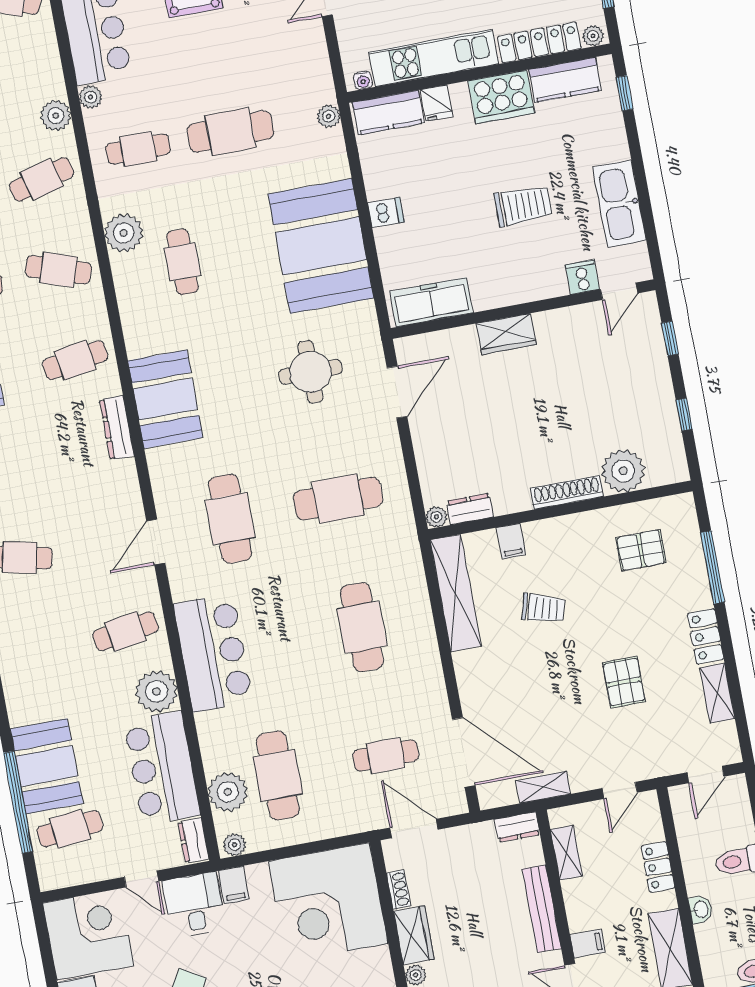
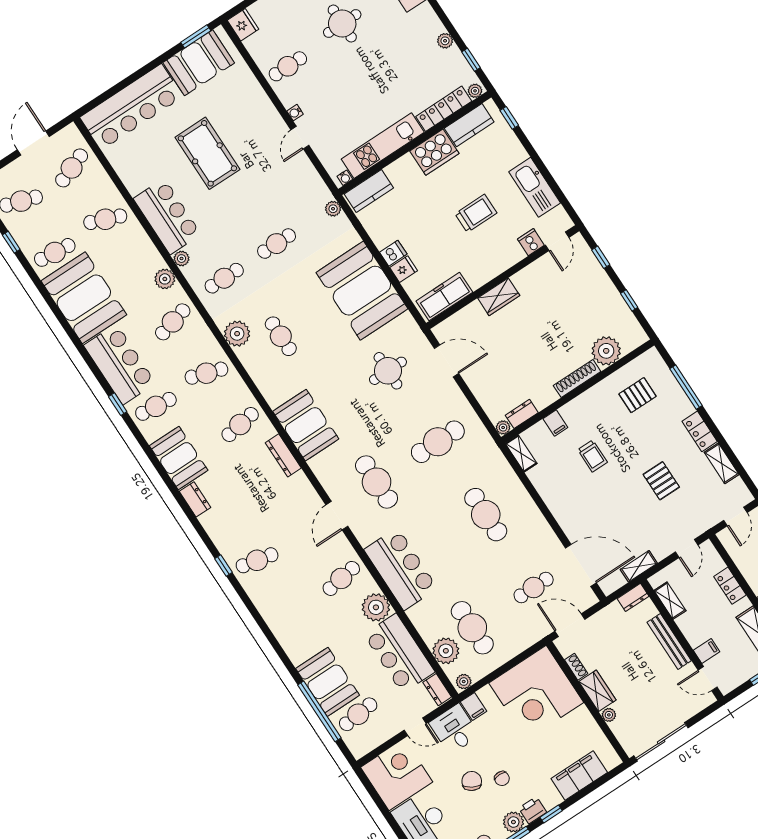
fridge: (437, 103) -> (404, 269), moved, turned -90
cafe table: (230, 131) -> (277, 244), width x0.73, depth x0.74
door: (397, 392) -> (447, 361), hinge flipped
shelving: (456, 593) -> (521, 453), width x0.45, depth x0.75
trolley: (543, 608) -> (593, 456), turned 74

